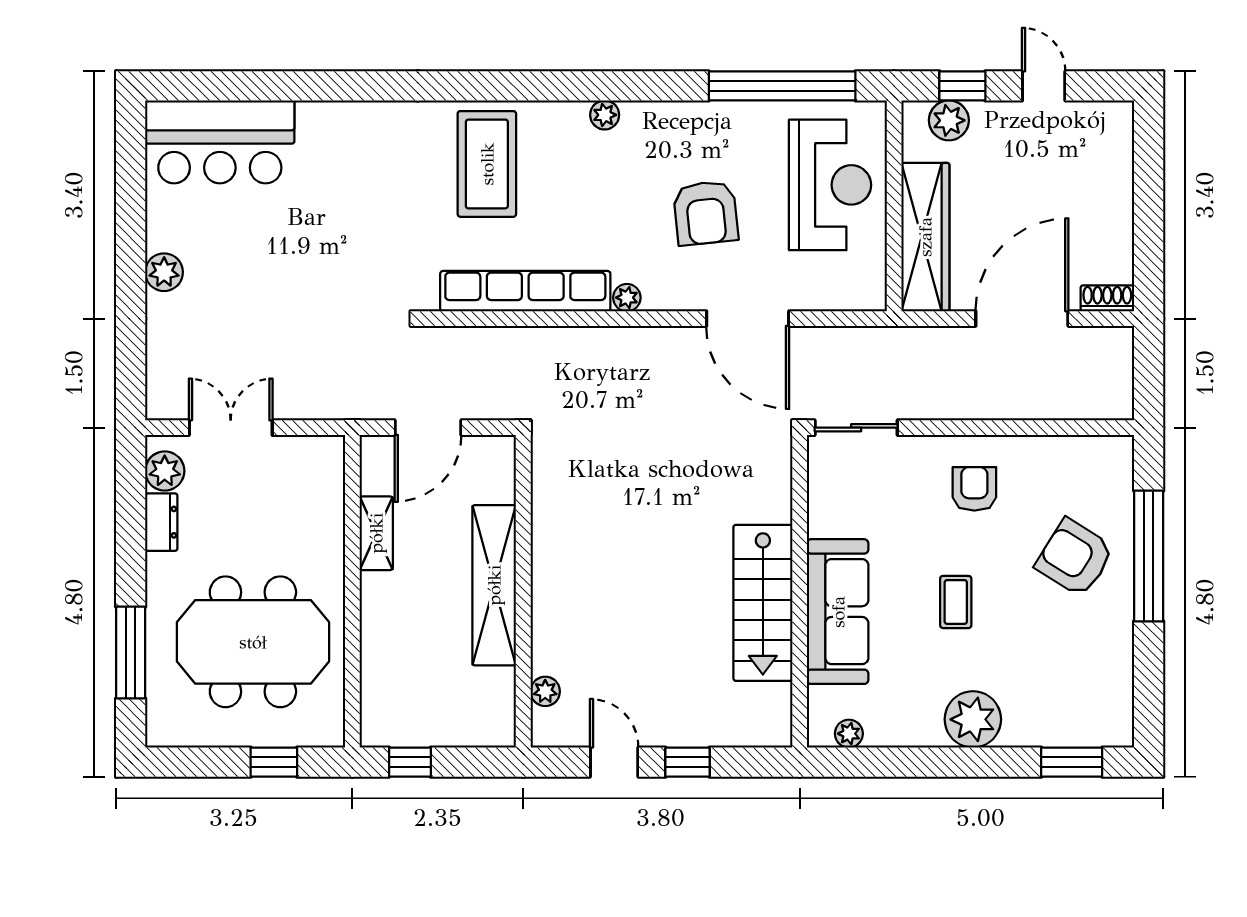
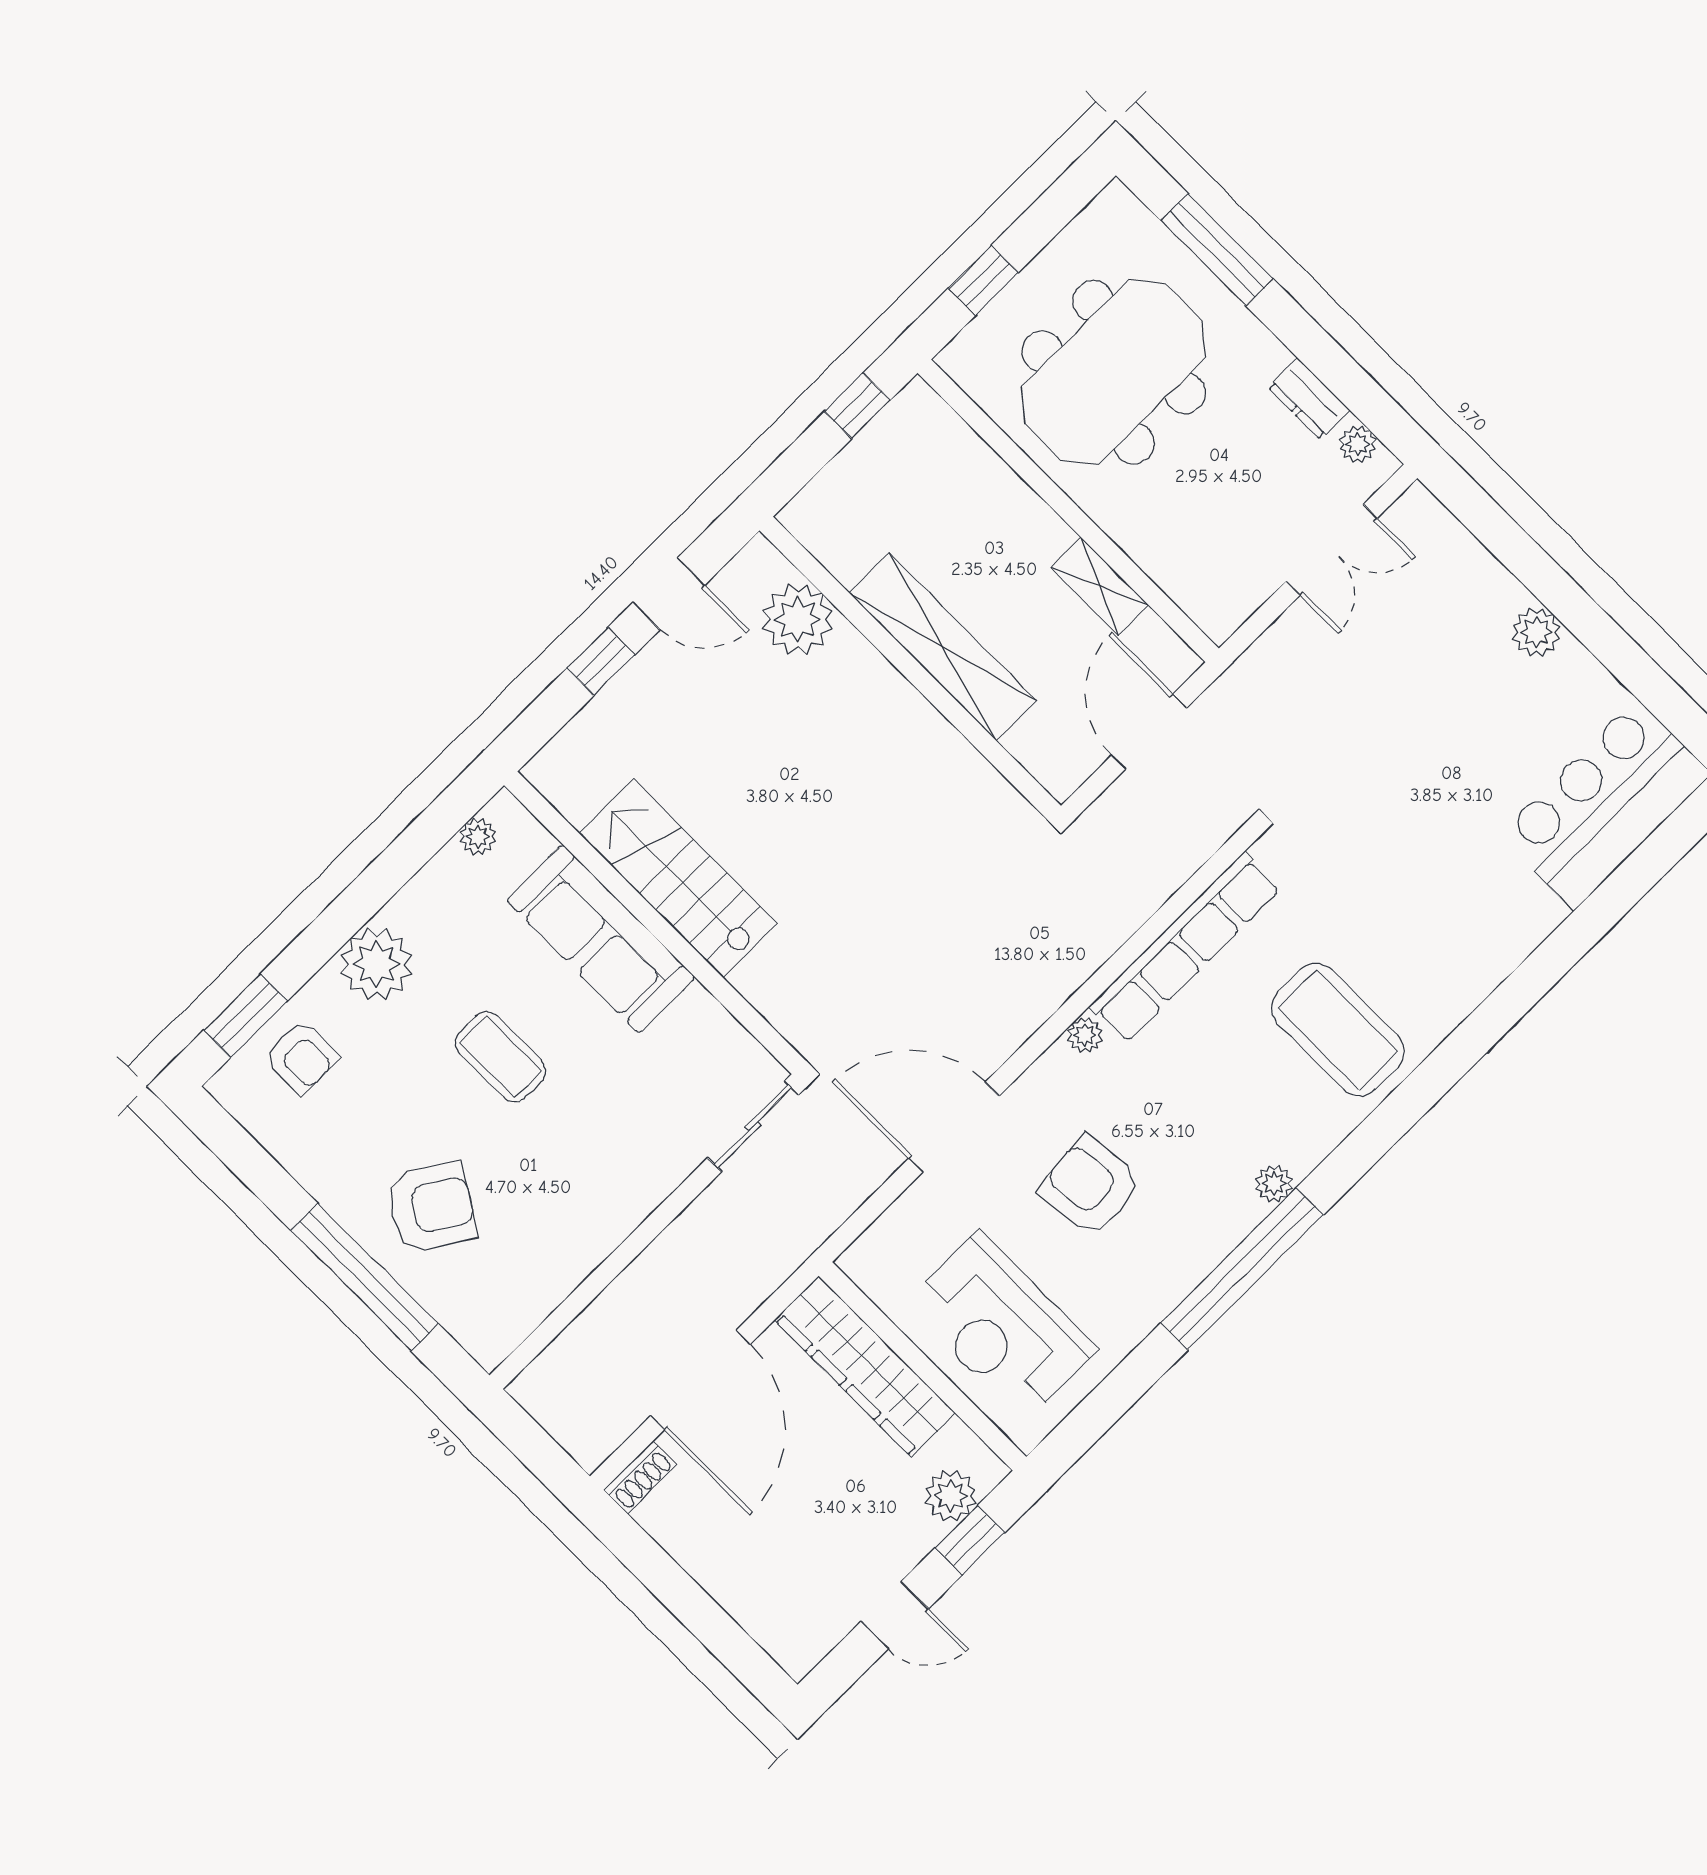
window: (782, 86) -> (1242, 1269), moved
plant: (165, 471) -> (1358, 444), width x0.73, depth x0.73
armchair: (974, 489) -> (301, 1057), moved
coffee table: (956, 602) -> (500, 1057), width x1.36, depth x1.30
plant: (545, 691) -> (798, 620), width x1.88, depth x1.88

